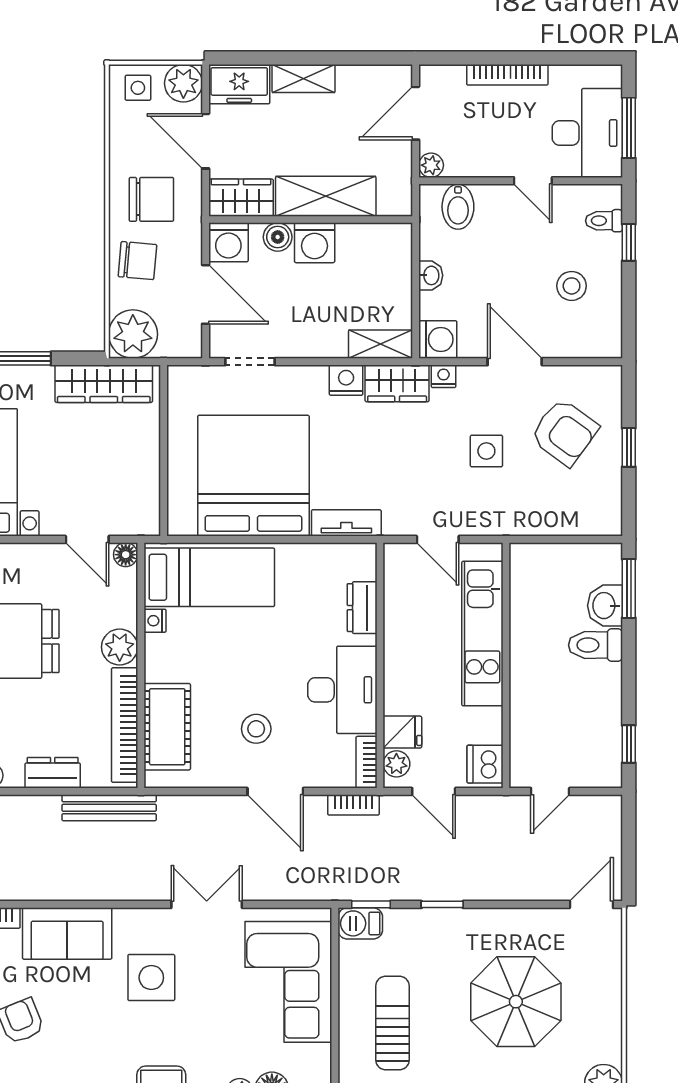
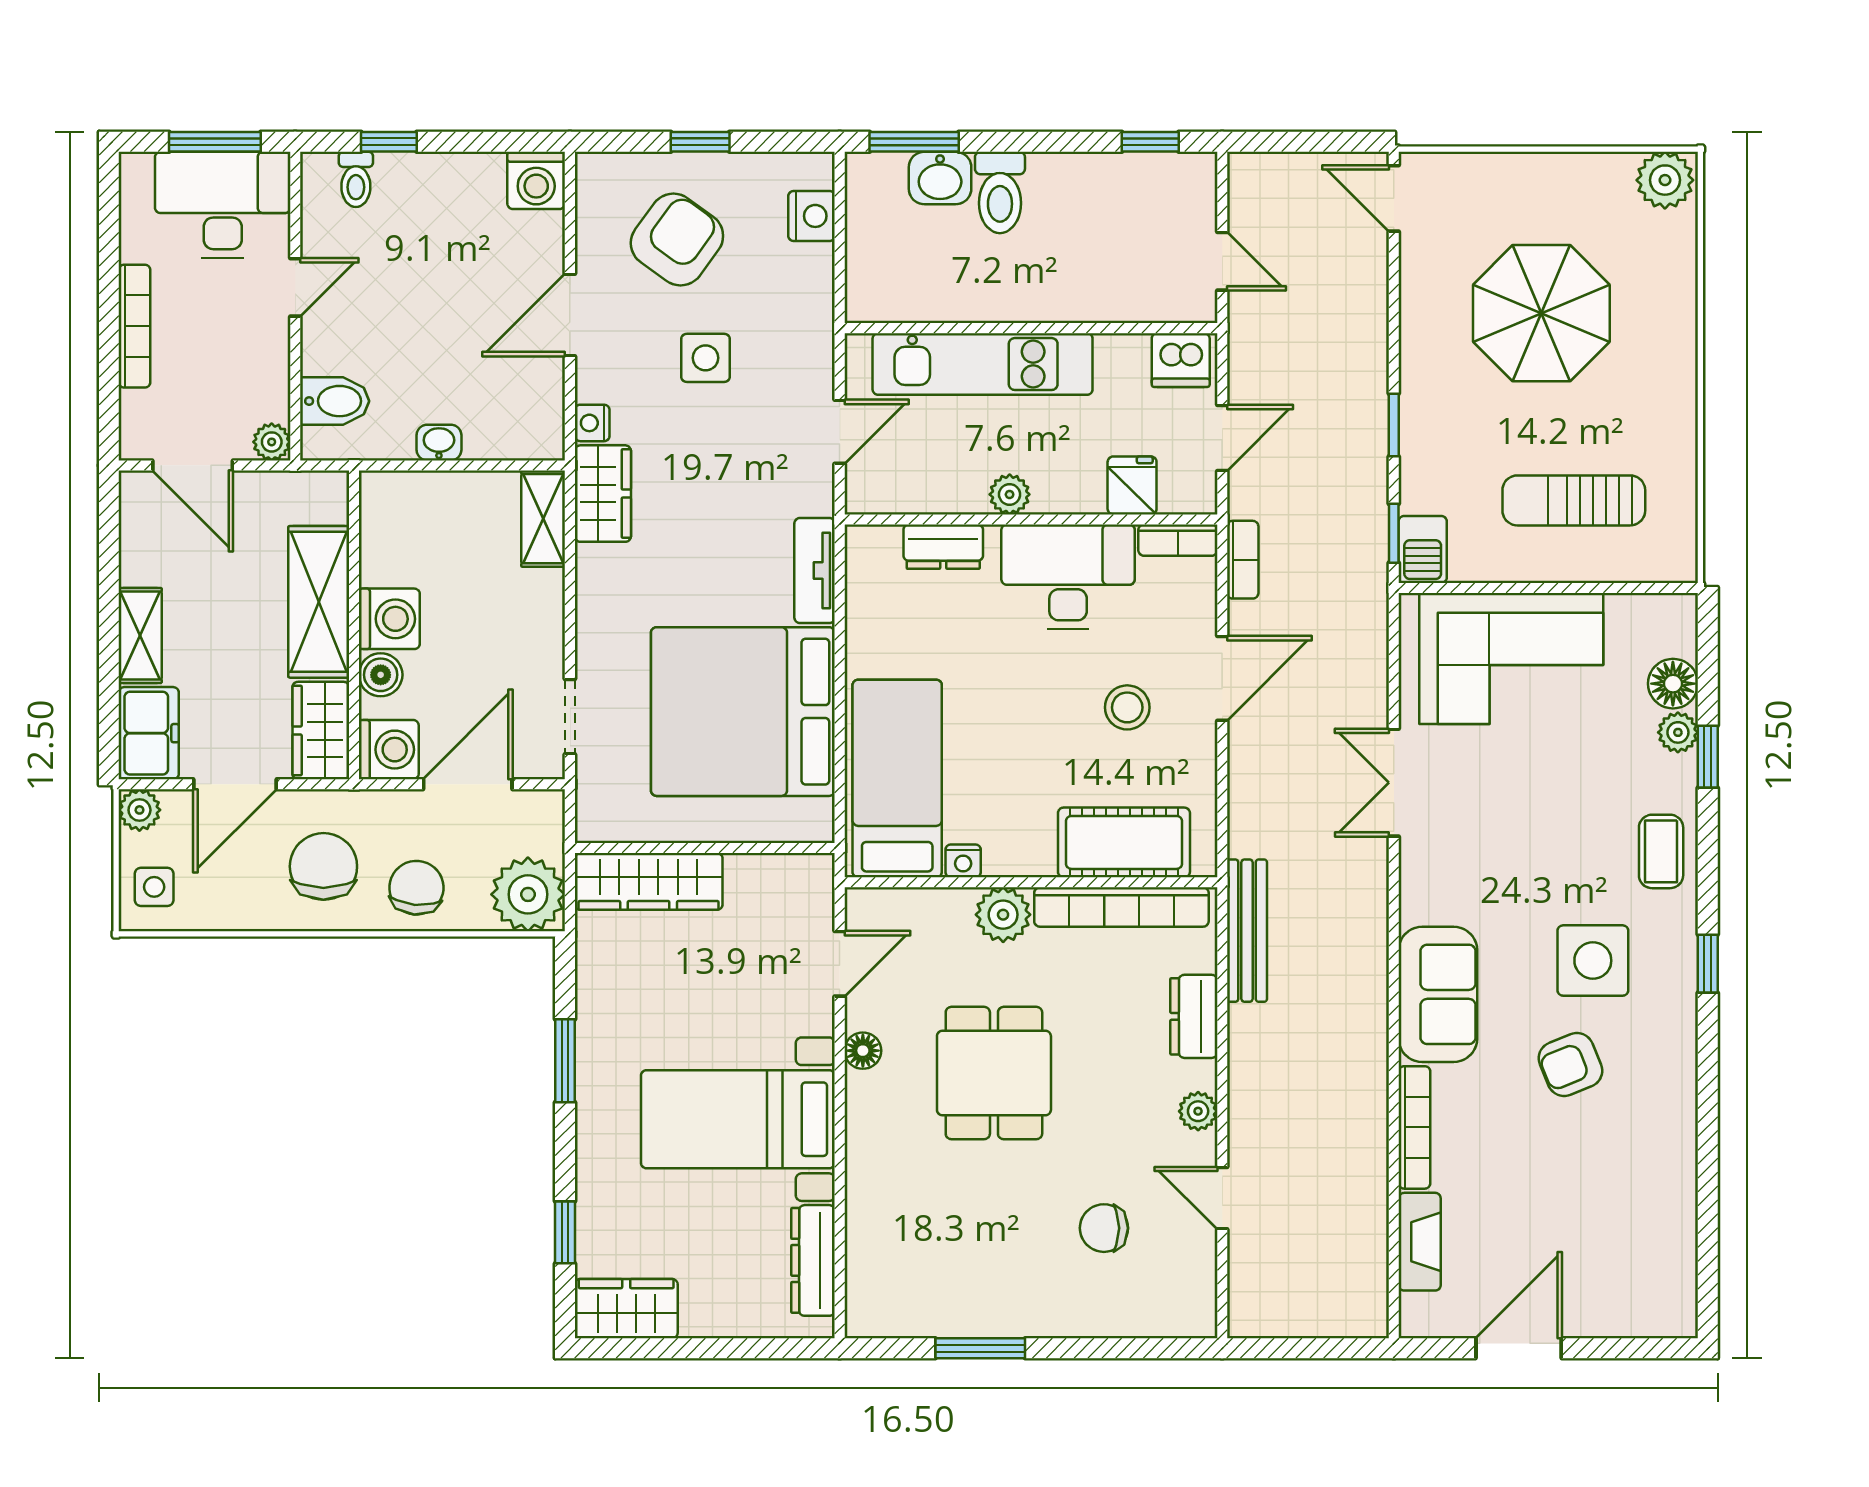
plant: (183, 83) -> (139, 810), width x0.73, depth x0.73
stool: (572, 286) -> (455, 229), removed
washing machine: (438, 339) -> (536, 180), moved, turned 180
nightstand: (346, 380) -> (812, 216), moved, turned 180
wardrobe: (104, 384) -> (649, 881), moved, turned 90
floor lamp: (126, 555) -> (863, 1051), moved
plant: (396, 764) -> (1010, 494), moved
side table: (151, 978) -> (1593, 961), moved

